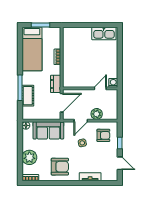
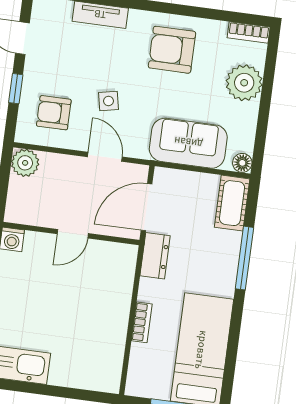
door: (100, 88) -> (73, 234), moved
cot: (28, 96) -> (232, 203), moved
plant: (97, 114) -> (25, 163), moved
door: (81, 121) -> (105, 157), hinge flipped

